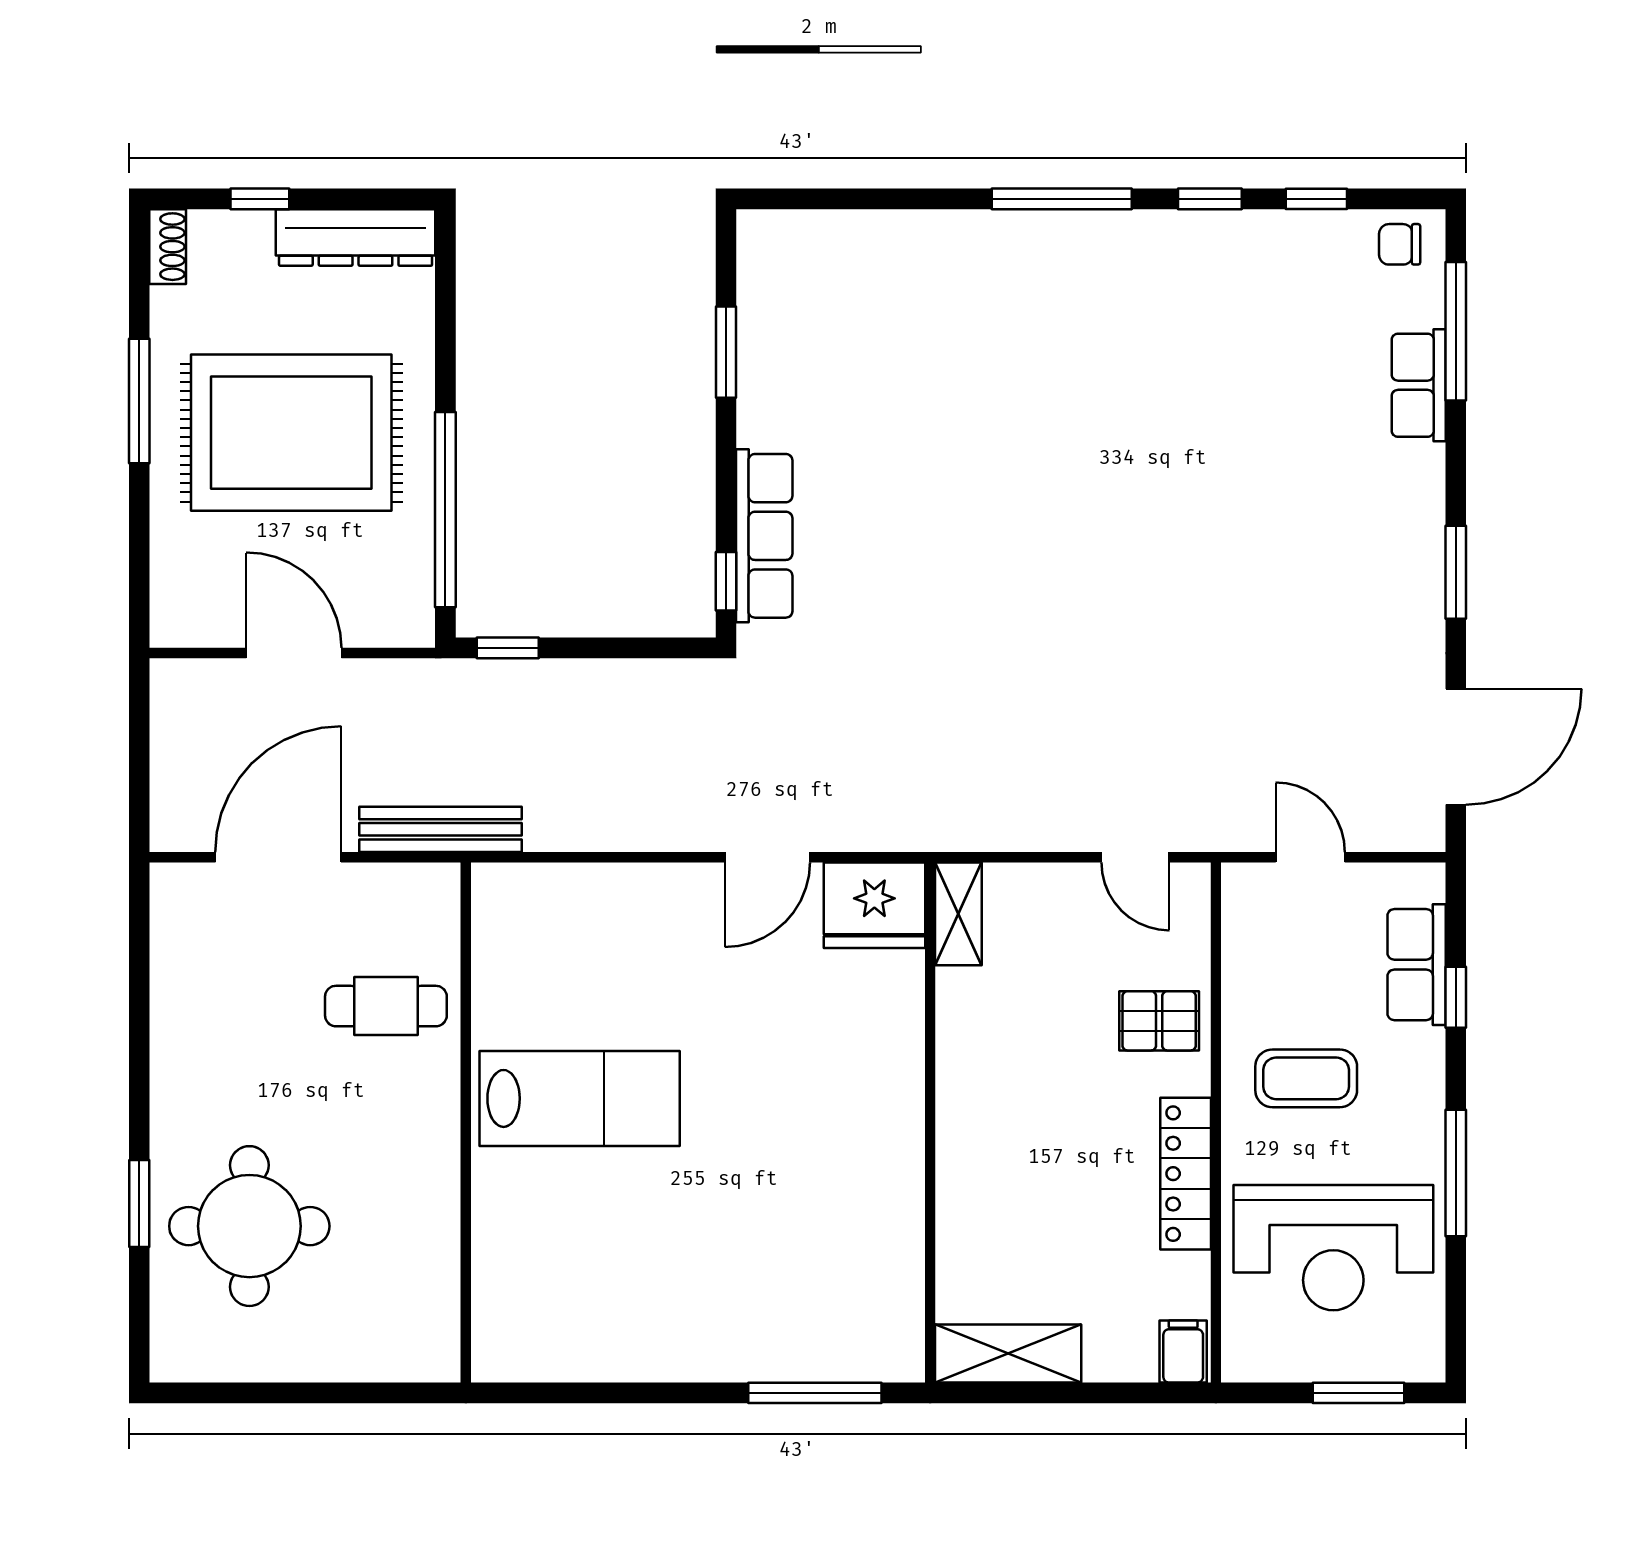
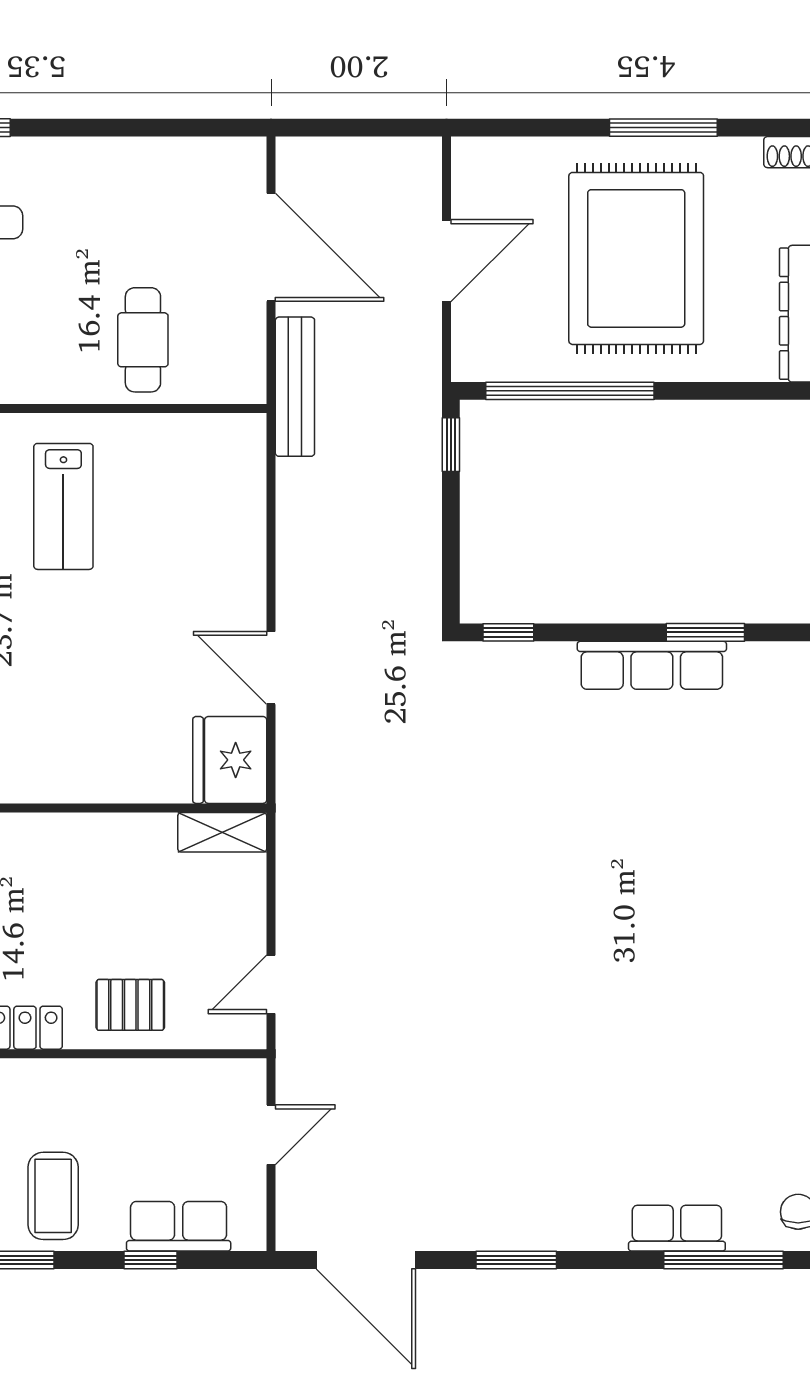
row of seats: (764, 536) -> (652, 665), moved
pallet: (1159, 1021) -> (130, 1005), turned 90
coffee table: (1306, 1078) -> (53, 1196), moved
lab bench: (580, 1098) -> (63, 506), width x0.73, depth x0.72

